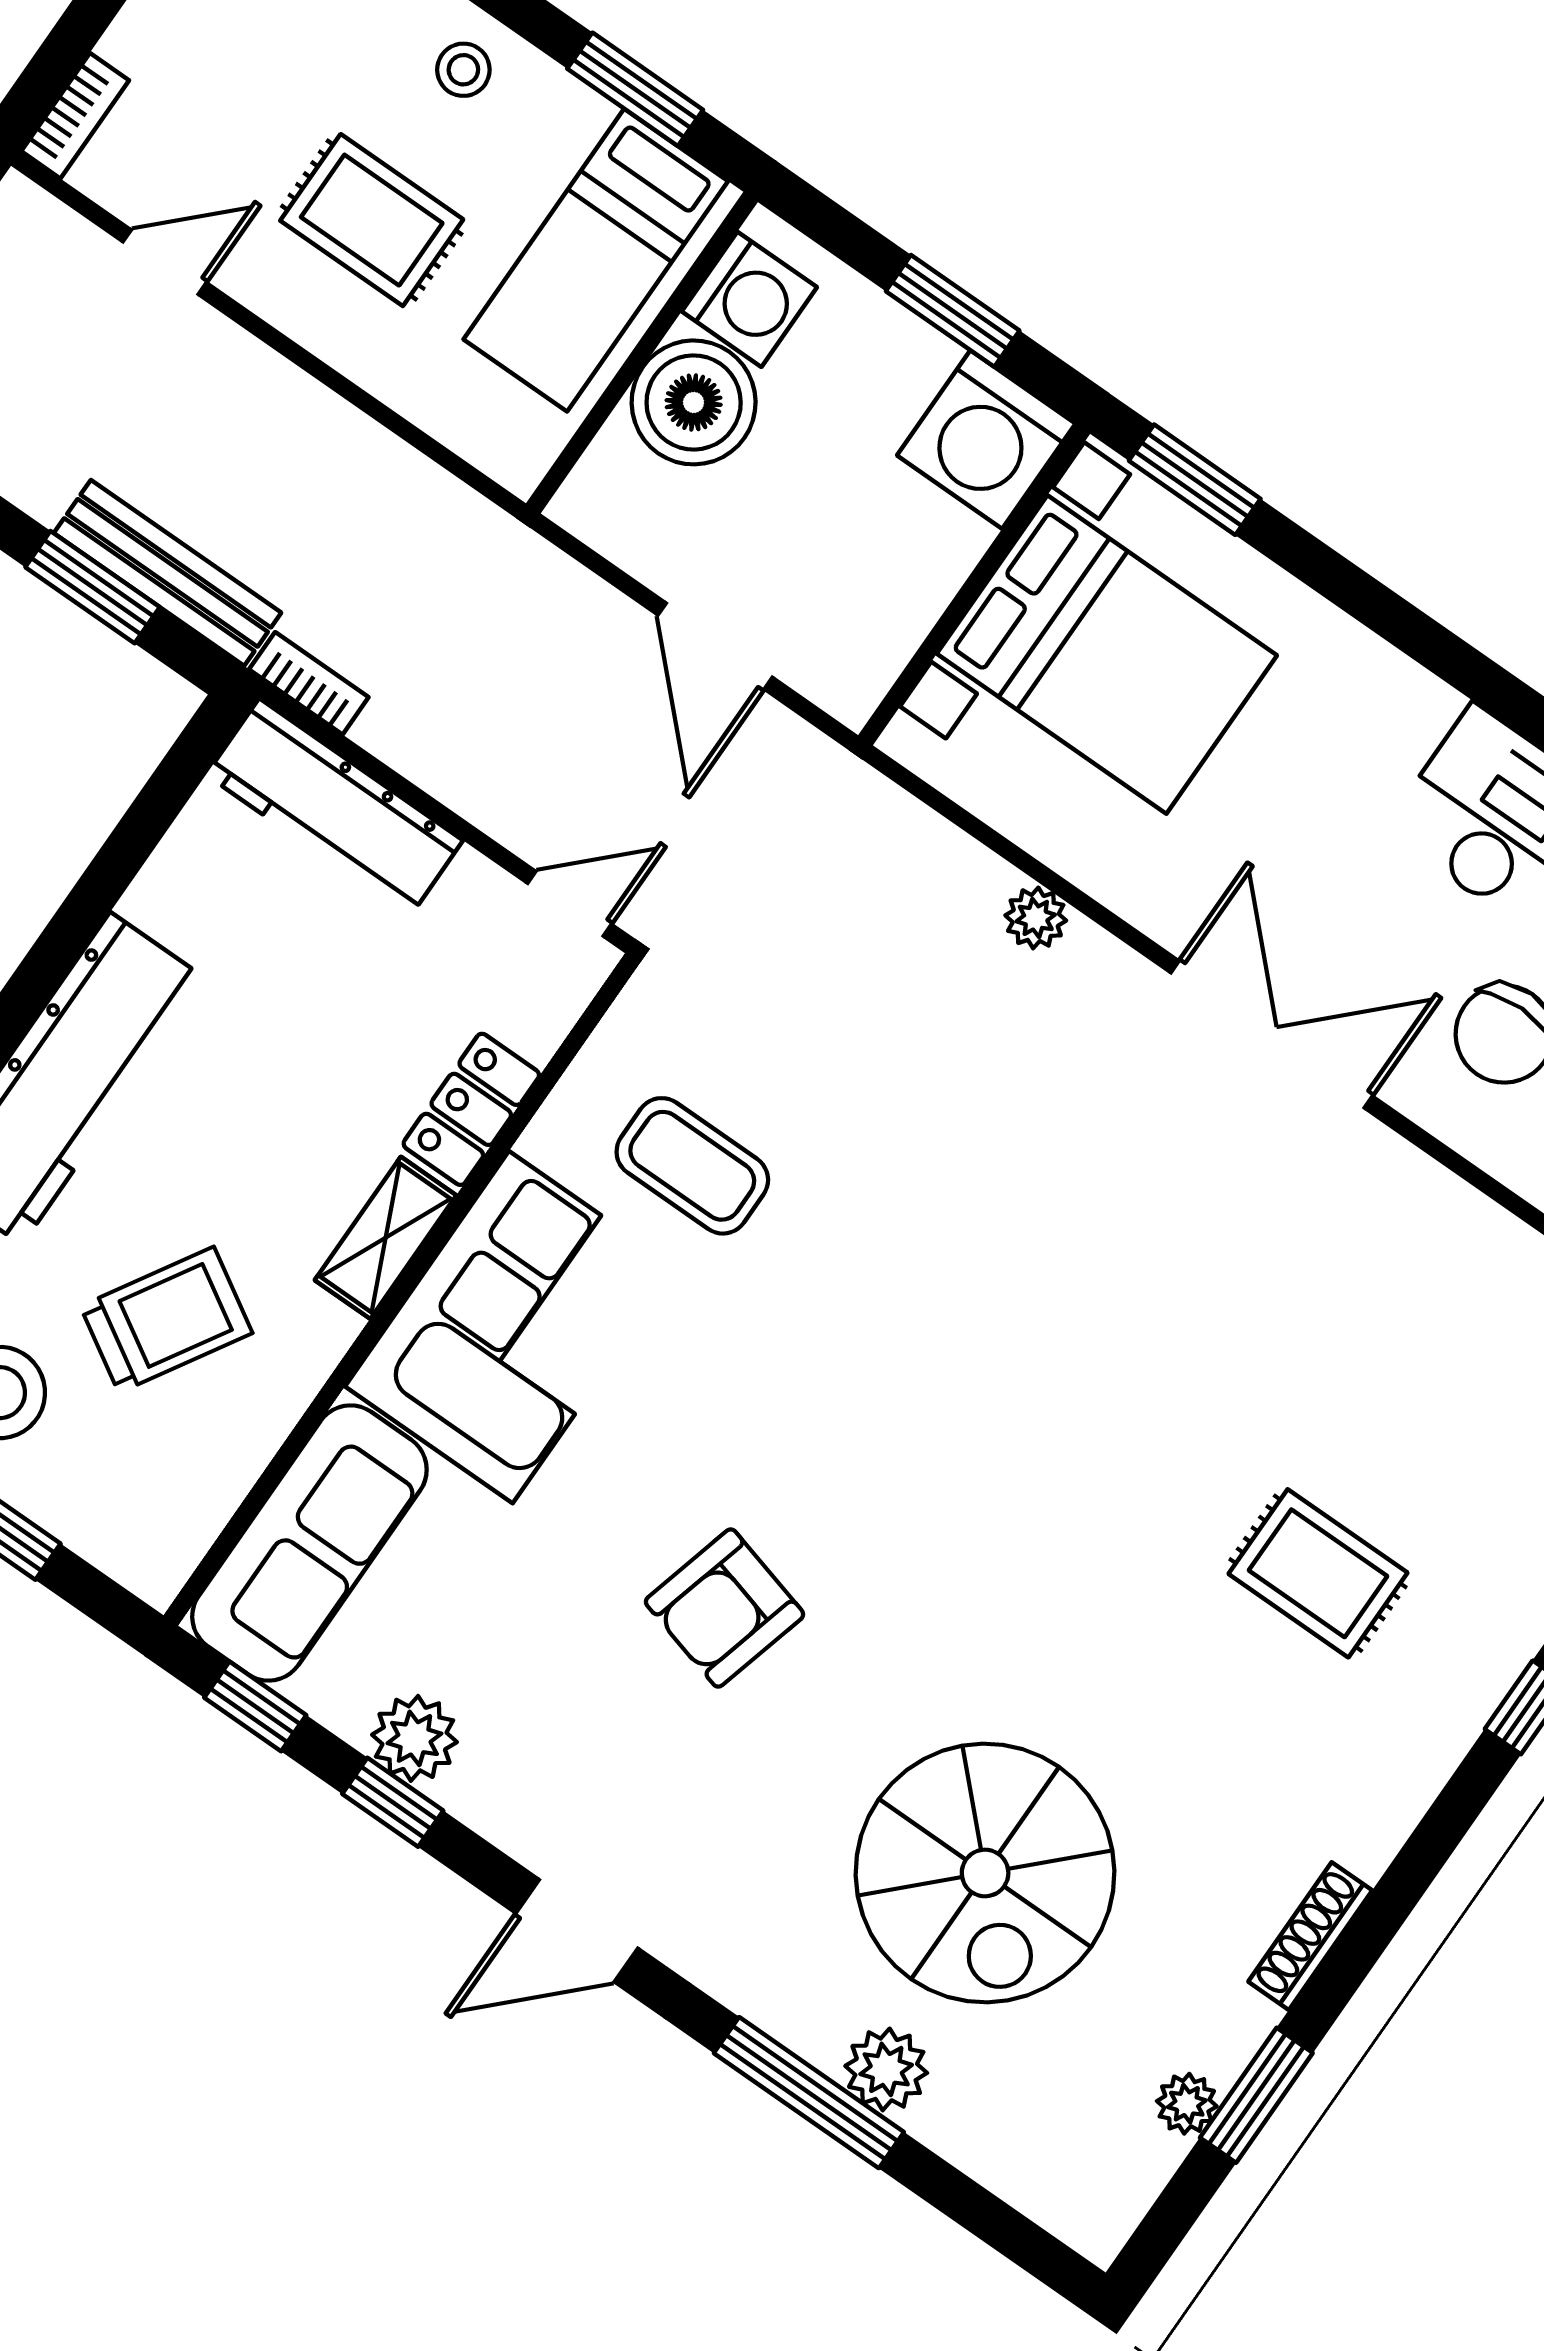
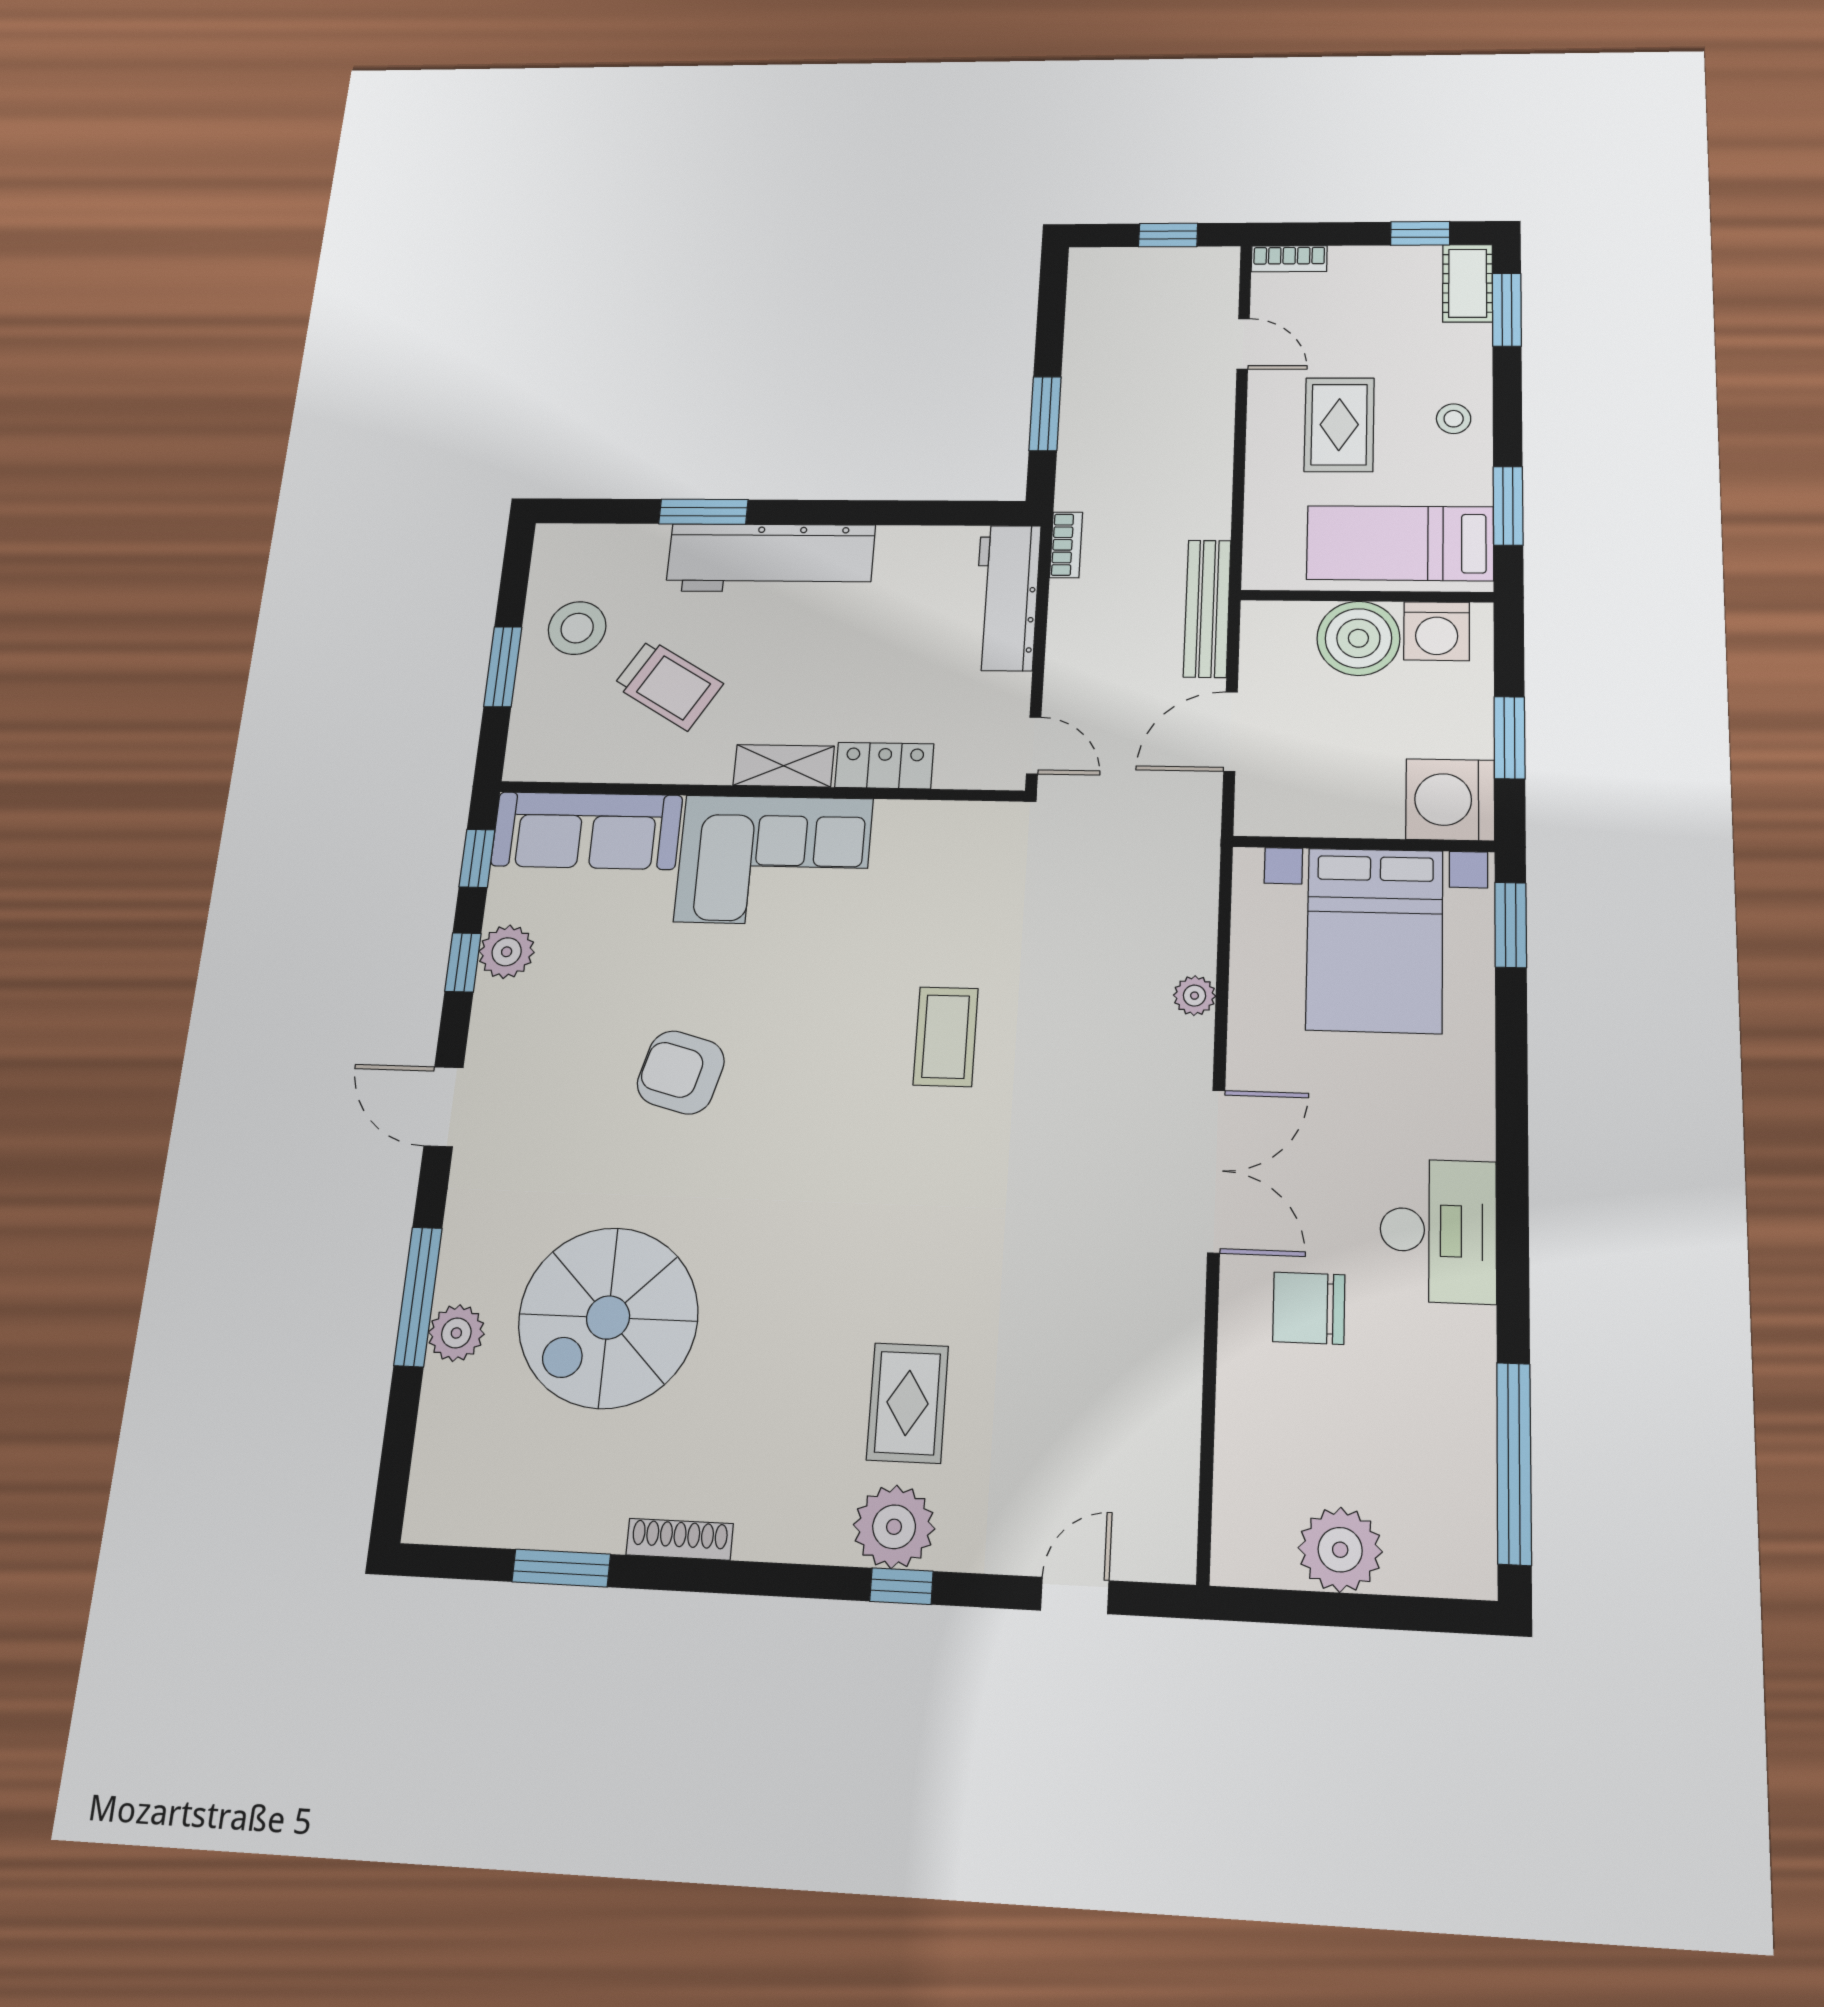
bench: (168, 573) -> (1207, 608), moved
coffee table: (692, 1166) -> (946, 1037), moved
plant: (1187, 2104) -> (894, 1527), moved, width x1.88, depth x1.88

